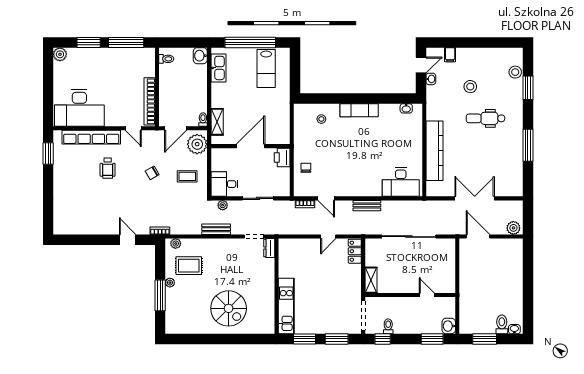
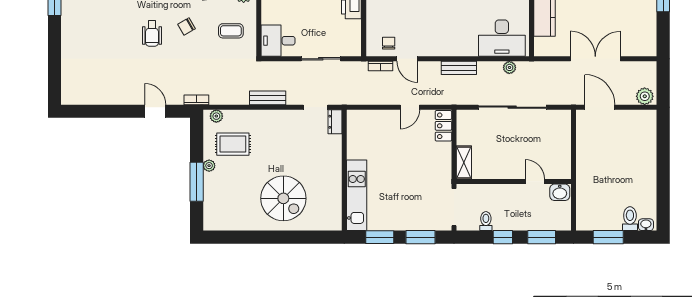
wheelchair: (108, 168) -> (152, 33), moved
chair: (306, 168) -> (389, 43), moved
plant: (223, 205) -> (509, 67), moved
washbasin: (449, 326) -> (560, 192), moved, turned -90
window: (383, 339) -> (503, 237), moved

